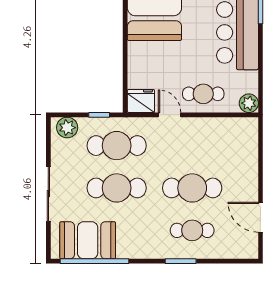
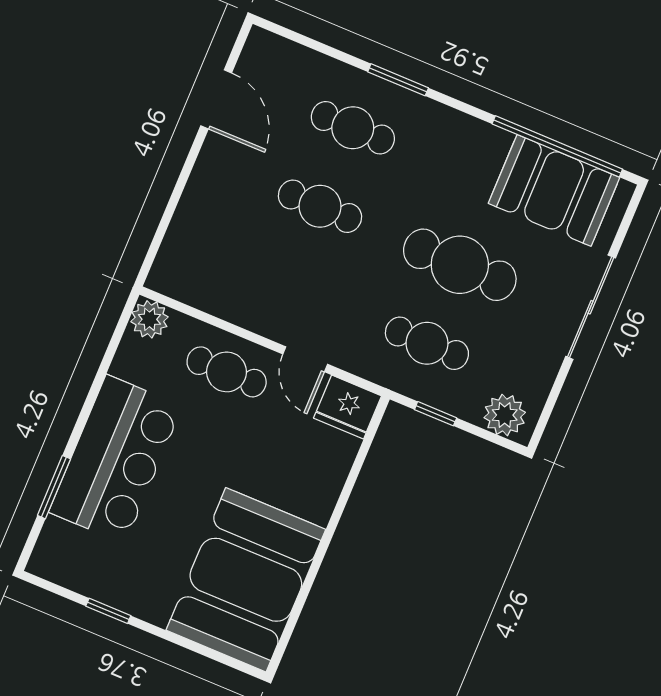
cafe table: (117, 146) -> (427, 343), width x0.73, depth x0.74
cafe table: (192, 188) -> (320, 206), width x0.73, depth x0.74

